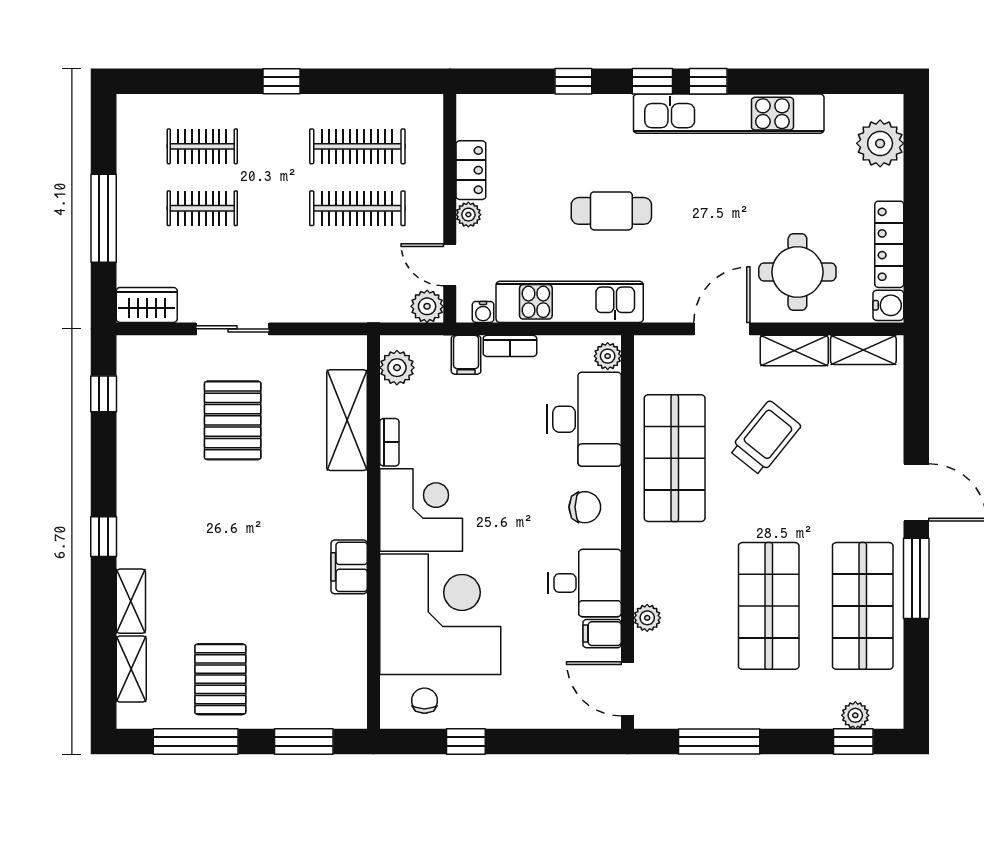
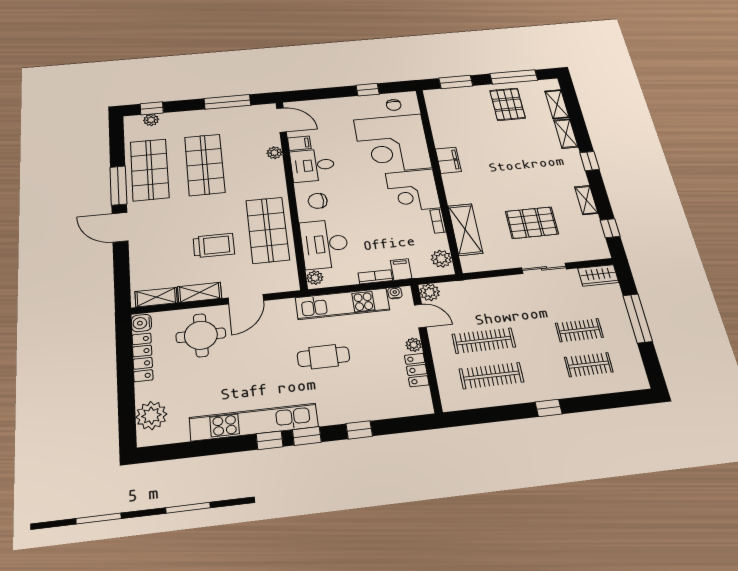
pallet: (233, 420) -> (532, 223), turned 90
trolley: (765, 438) -> (214, 245), turned -129
shelving: (130, 455) -> (586, 200), added

